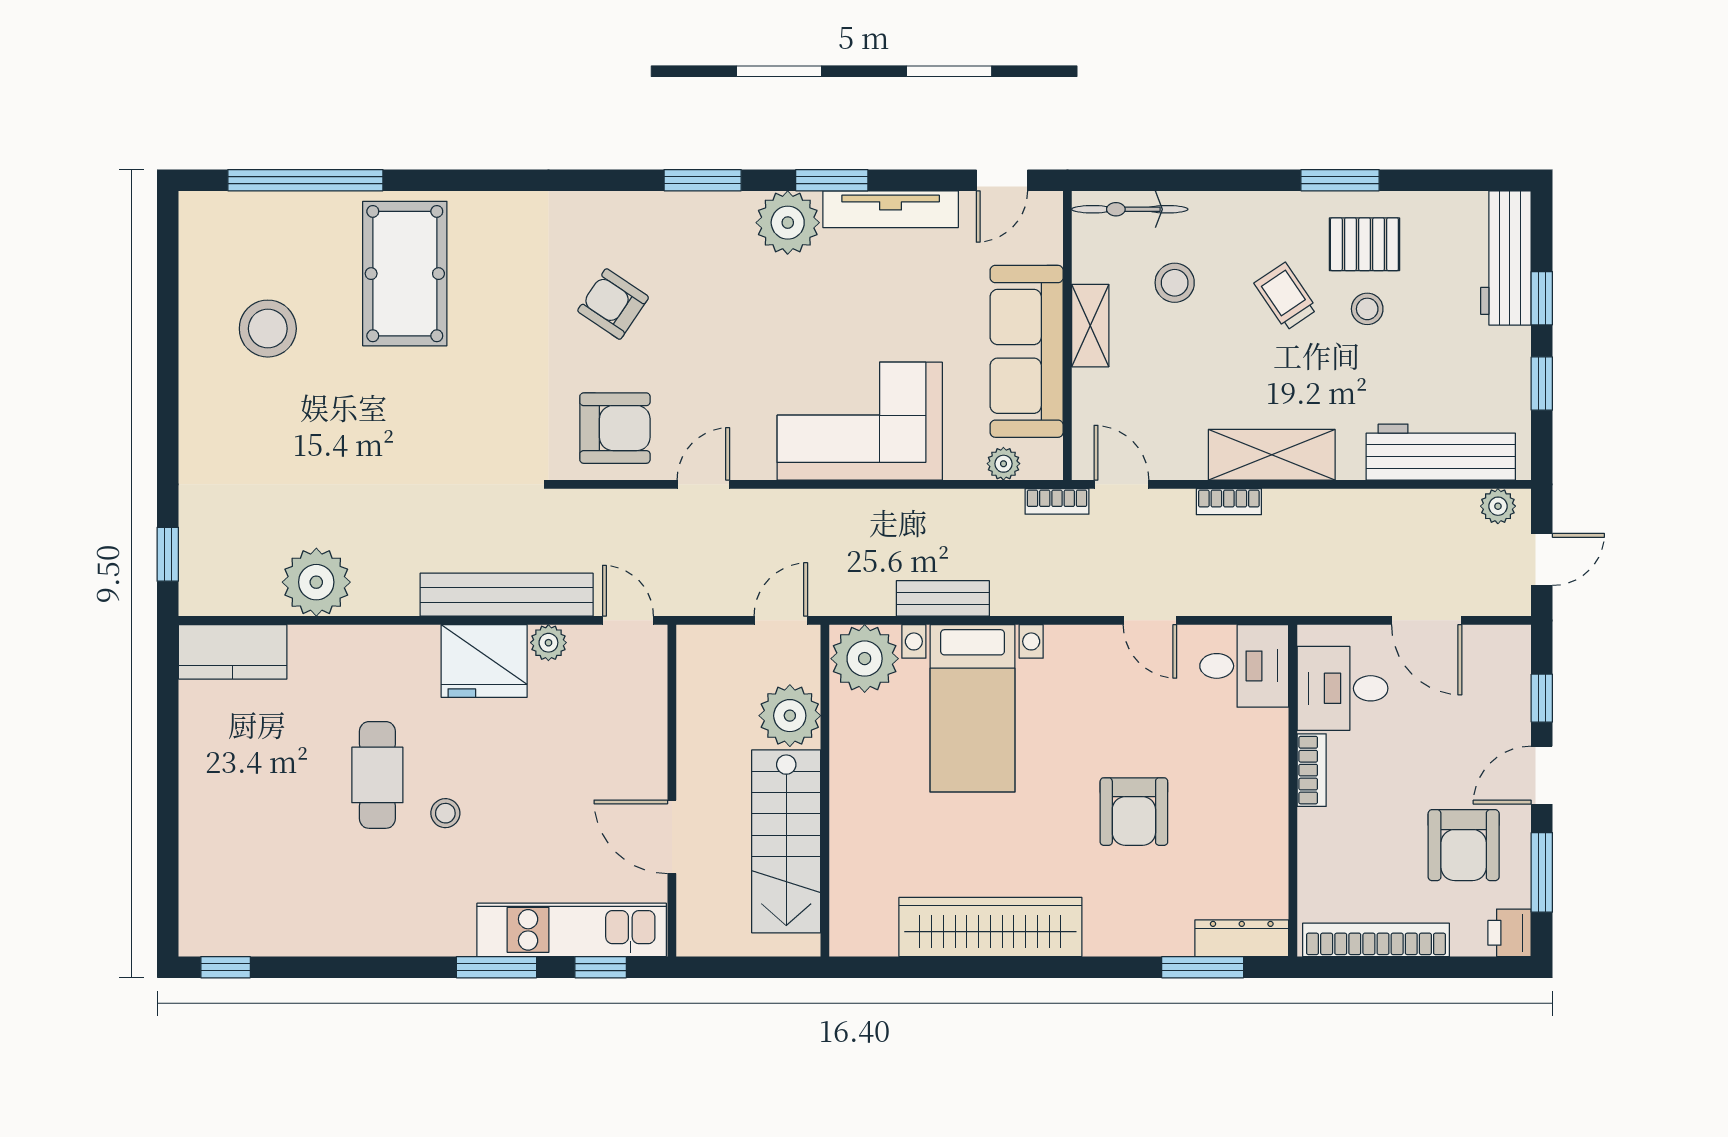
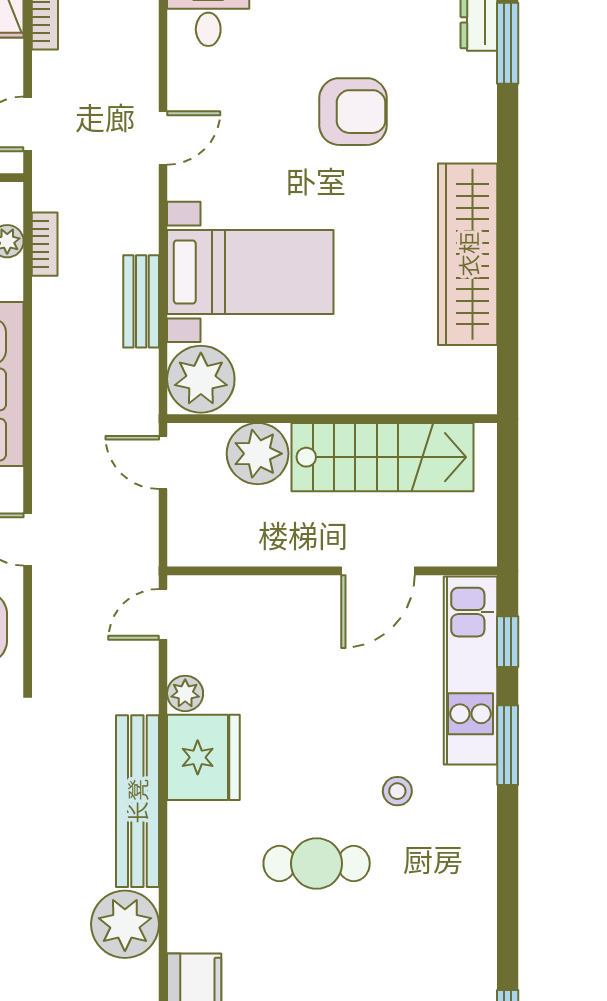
bookcase: (1057, 501) -> (45, 244), moved
bench: (507, 595) -> (137, 801), moved
door: (1150, 620) -> (163, 138), moved
stool: (445, 813) -> (397, 791), moved

